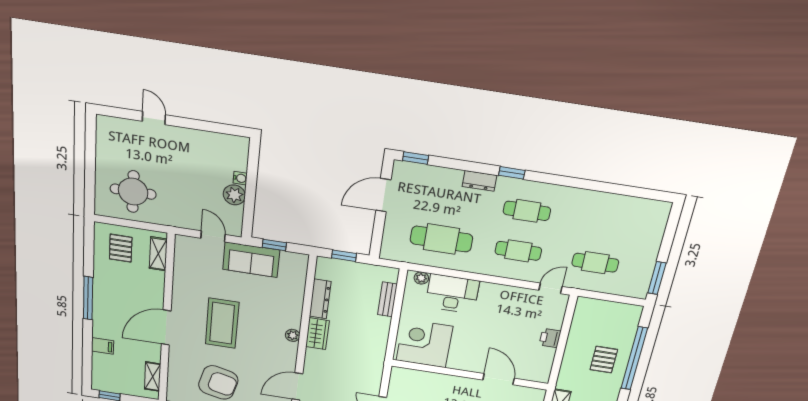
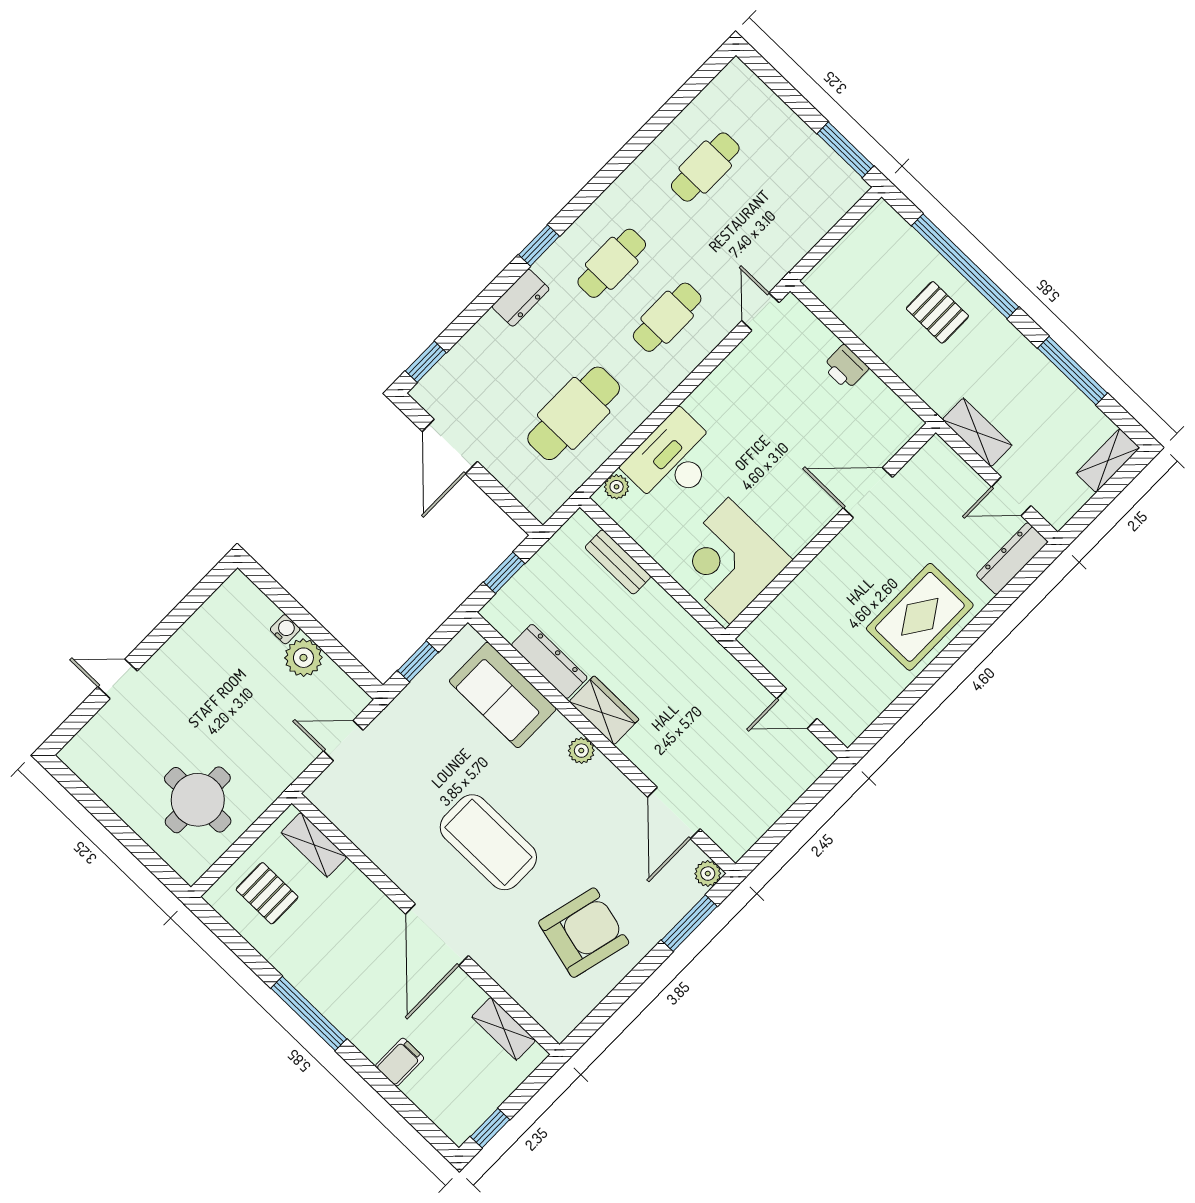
sofa: (251, 260) -> (503, 695), moved, turned 90
cafe table: (595, 263) -> (705, 167), moved

